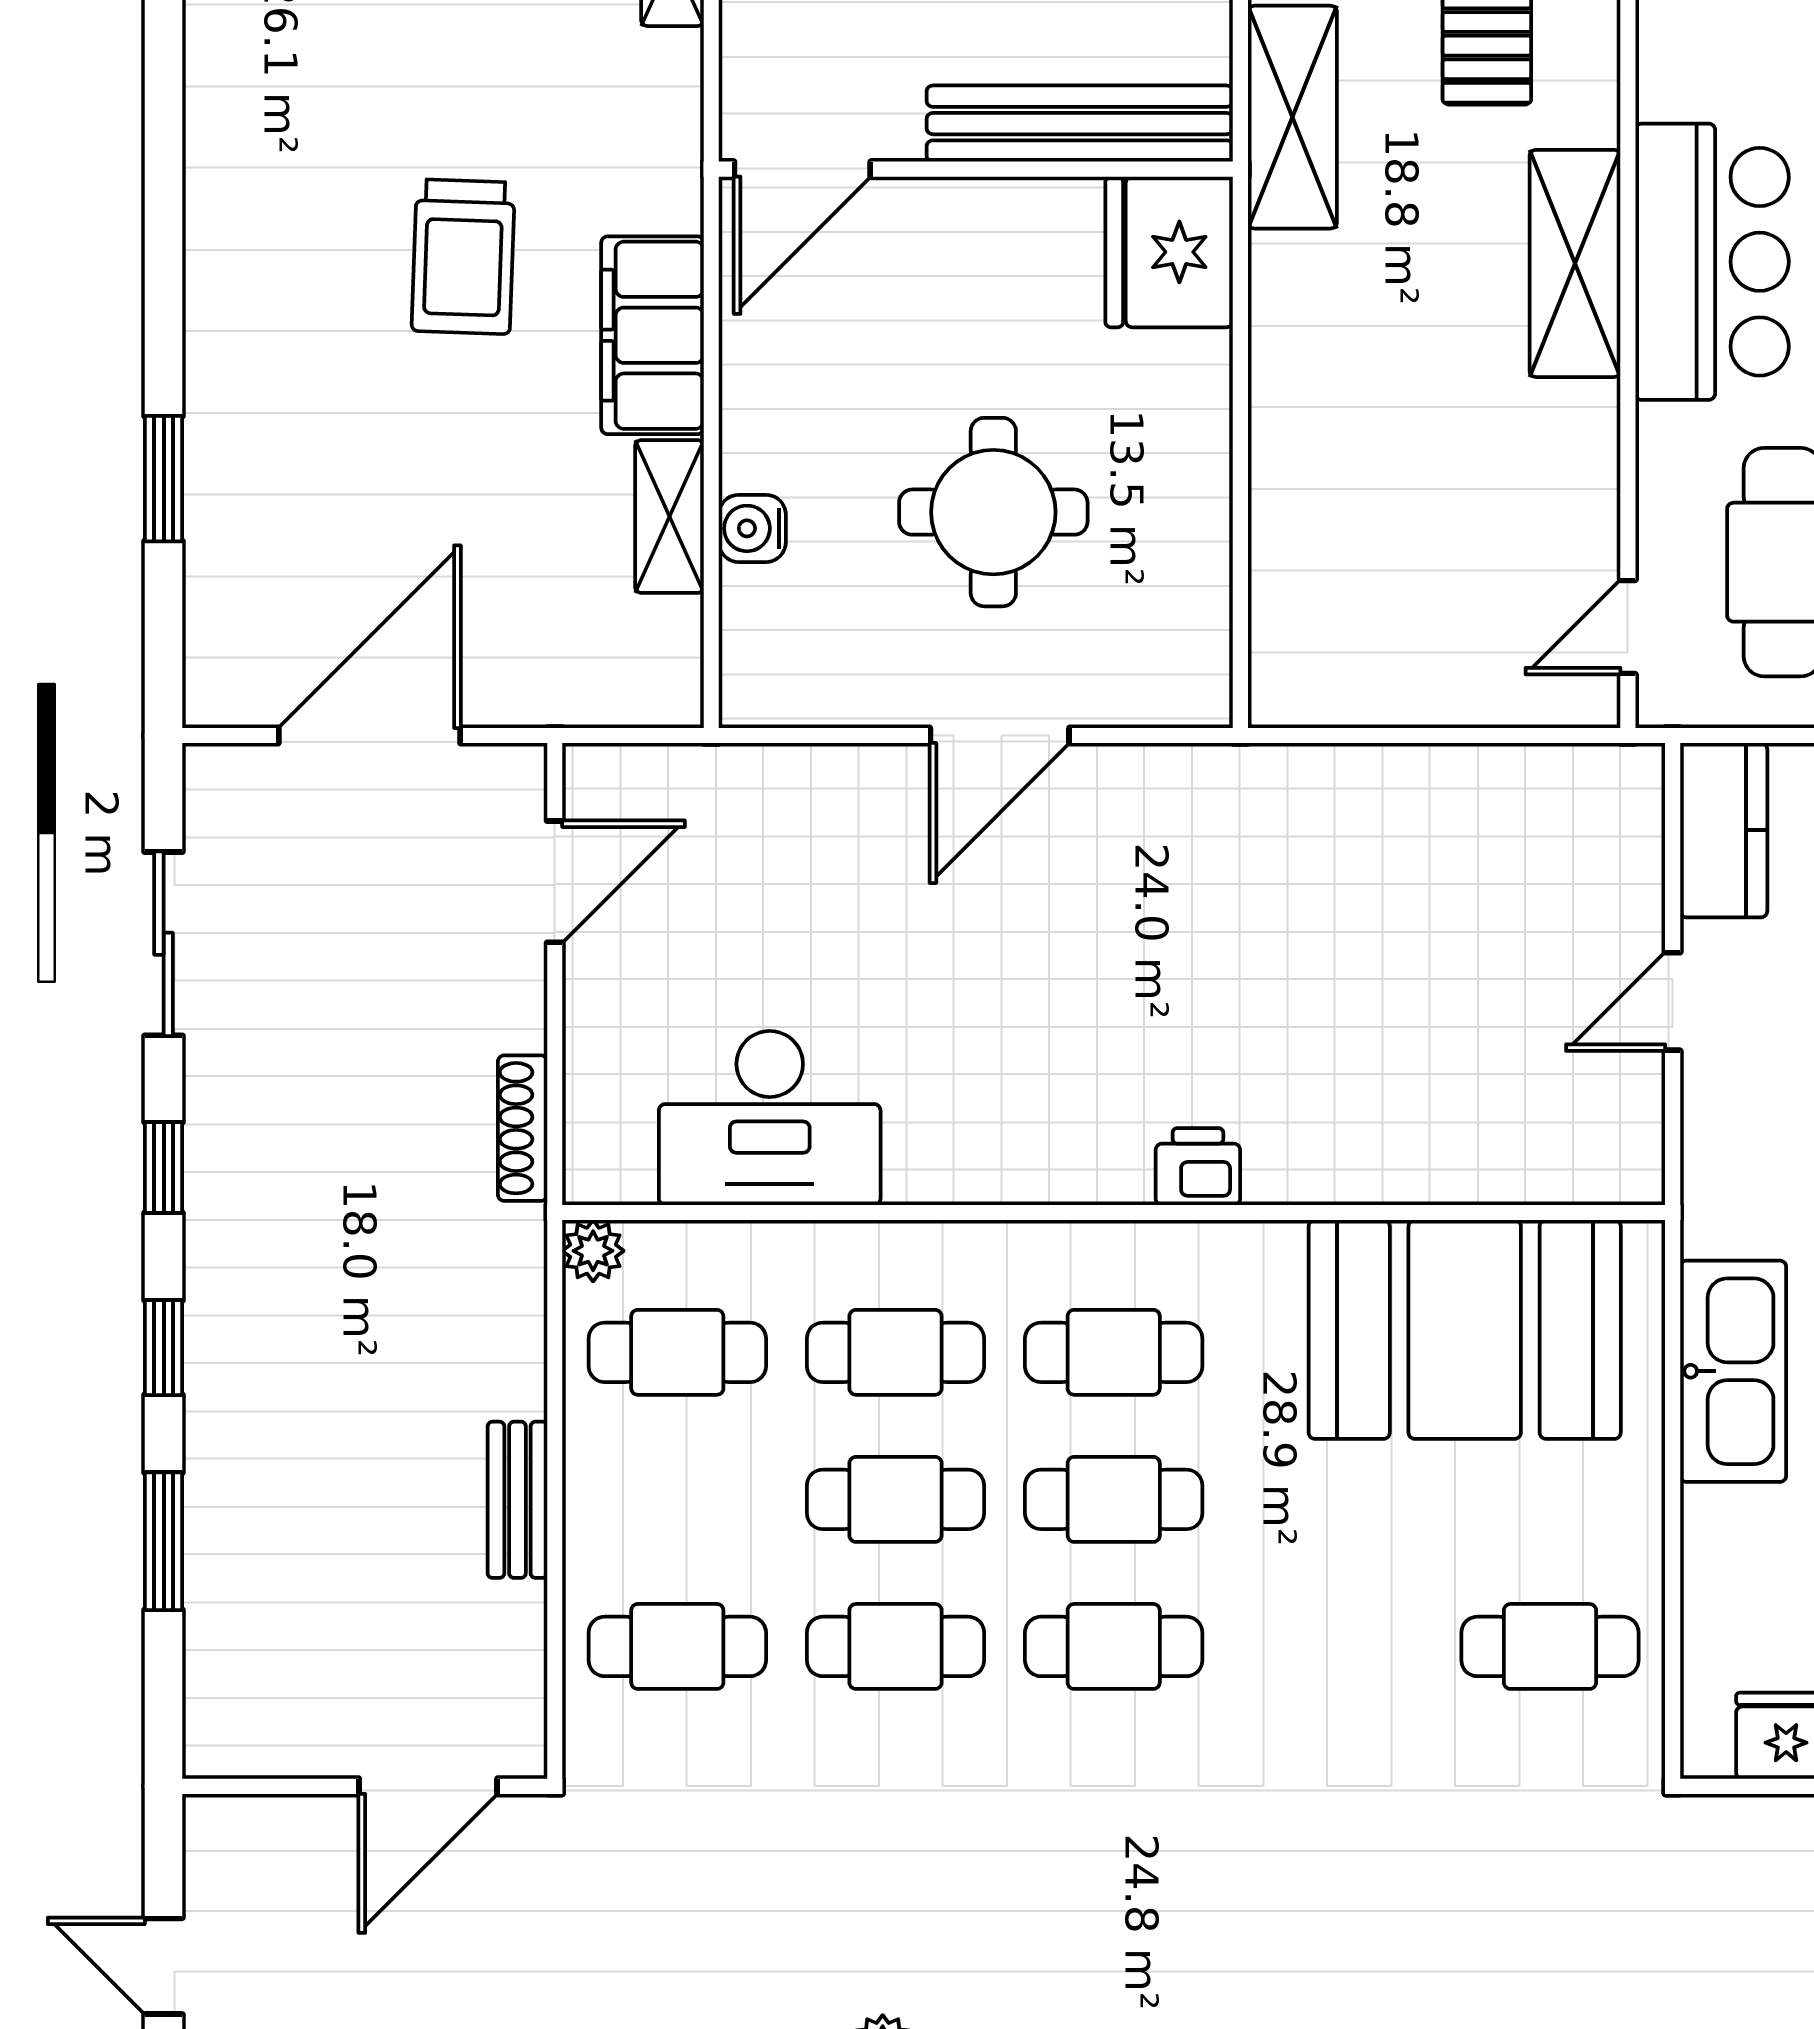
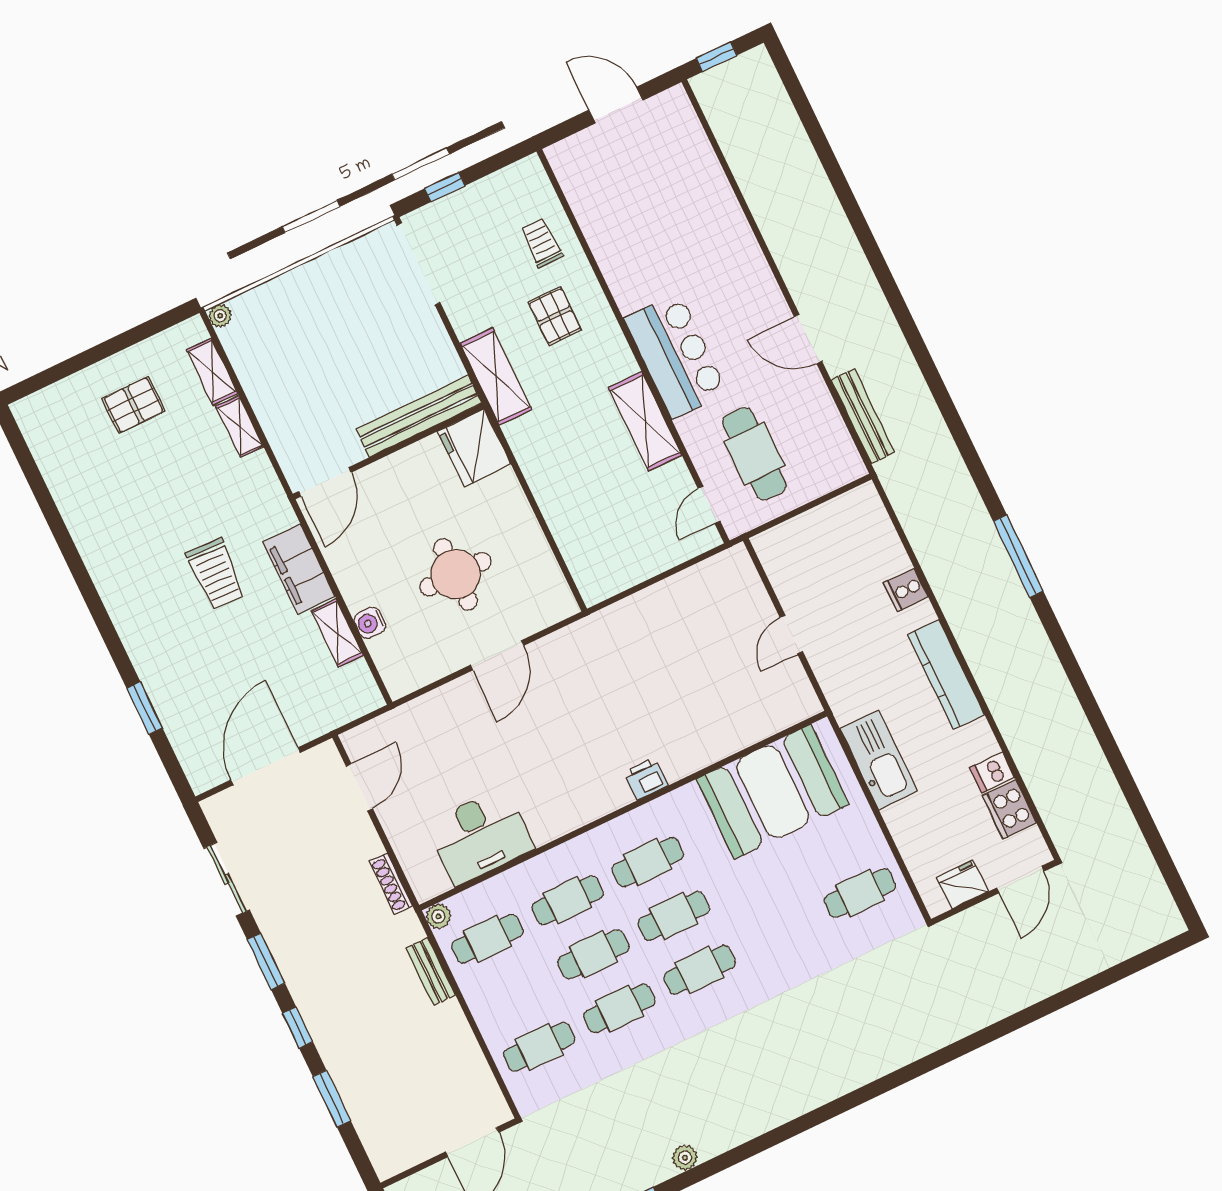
shelving: (1575, 263) -> (645, 421), moved
kitchen counter: (1724, 830) -> (780, 563), removed
window: (164, 1168) -> (266, 961), width x1.50
bench: (517, 1500) -> (431, 971), moved

